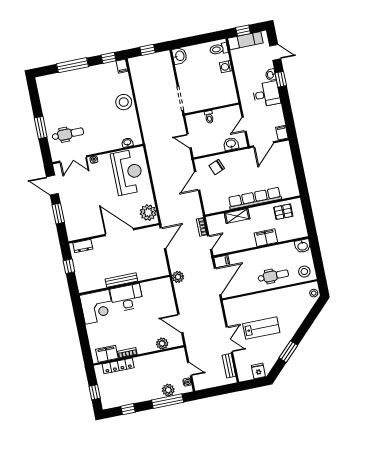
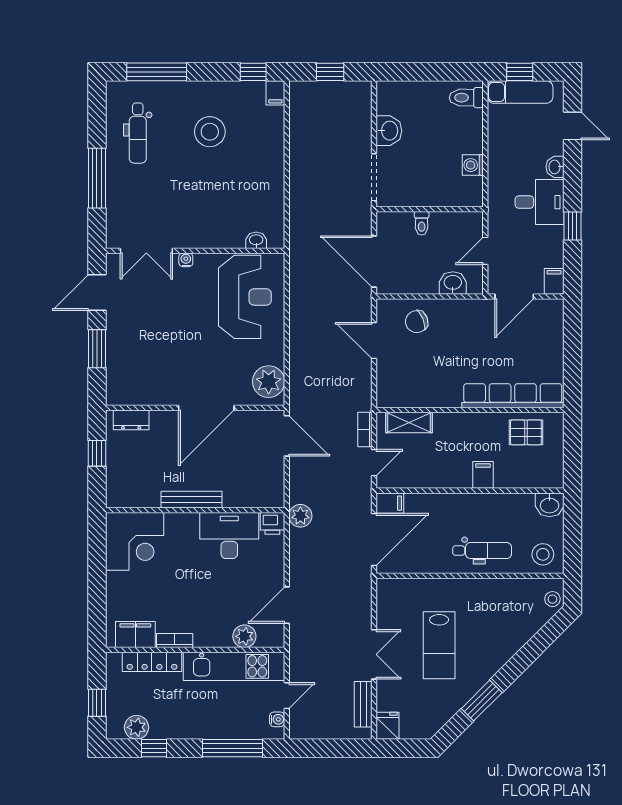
washbasin: (180, 56) -> (389, 131), moved
window: (72, 65) -> (157, 72), moved
washing machine: (226, 67) -> (473, 165), moved
window: (281, 79) -> (572, 226), moved
stool: (124, 102) -> (210, 132), moved
window: (41, 128) -> (97, 178), width x1.44
dental chair: (68, 134) -> (138, 133), moved, turned 90
door: (189, 141) -> (374, 261), width x1.87
door: (197, 181) -> (374, 341), hinge flipped
door: (52, 185) -> (97, 293), hinge flipped
row of seats: (255, 198) -> (513, 396), moved
shelving: (237, 216) -> (409, 423), moved
door: (119, 232) -> (206, 408), swing flipped
door: (163, 238) -> (287, 436), hinge flipped
filing cabinet: (266, 238) -> (483, 475), width x0.50
printer: (165, 284) -> (272, 523), added
desk: (127, 298) -> (229, 536), moved
door: (180, 323) -> (287, 605), hinge flipped
lab bench: (261, 328) -> (439, 645), turned 90
kitchen unit: (160, 360) -> (234, 666), added
door: (190, 369) -> (287, 696), hinge flipped
fridge: (258, 371) -> (388, 726), moved
plant: (168, 390) -> (137, 727), moved

